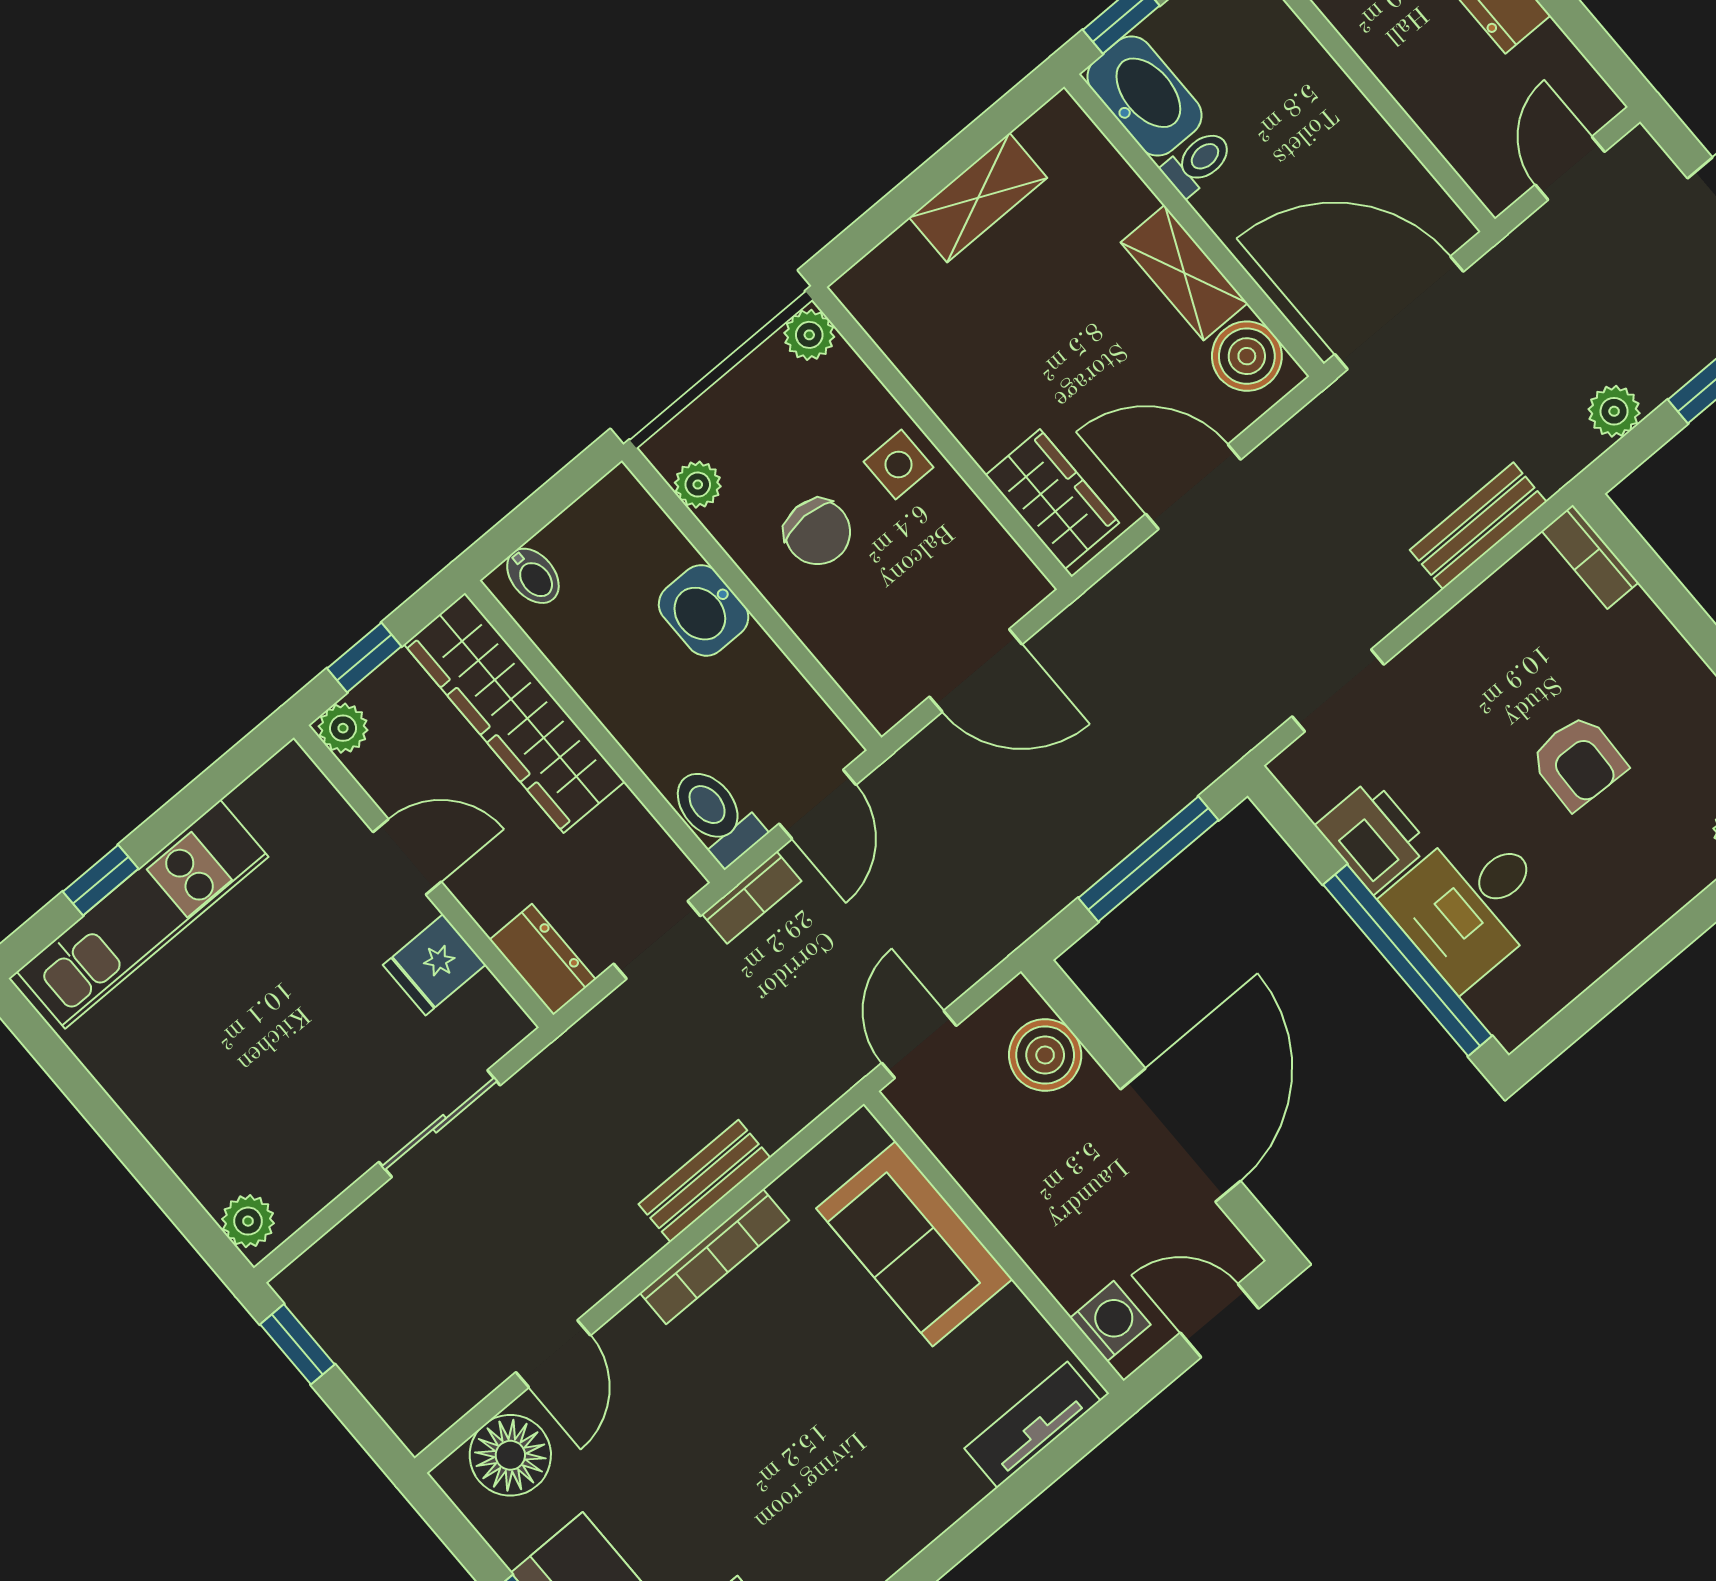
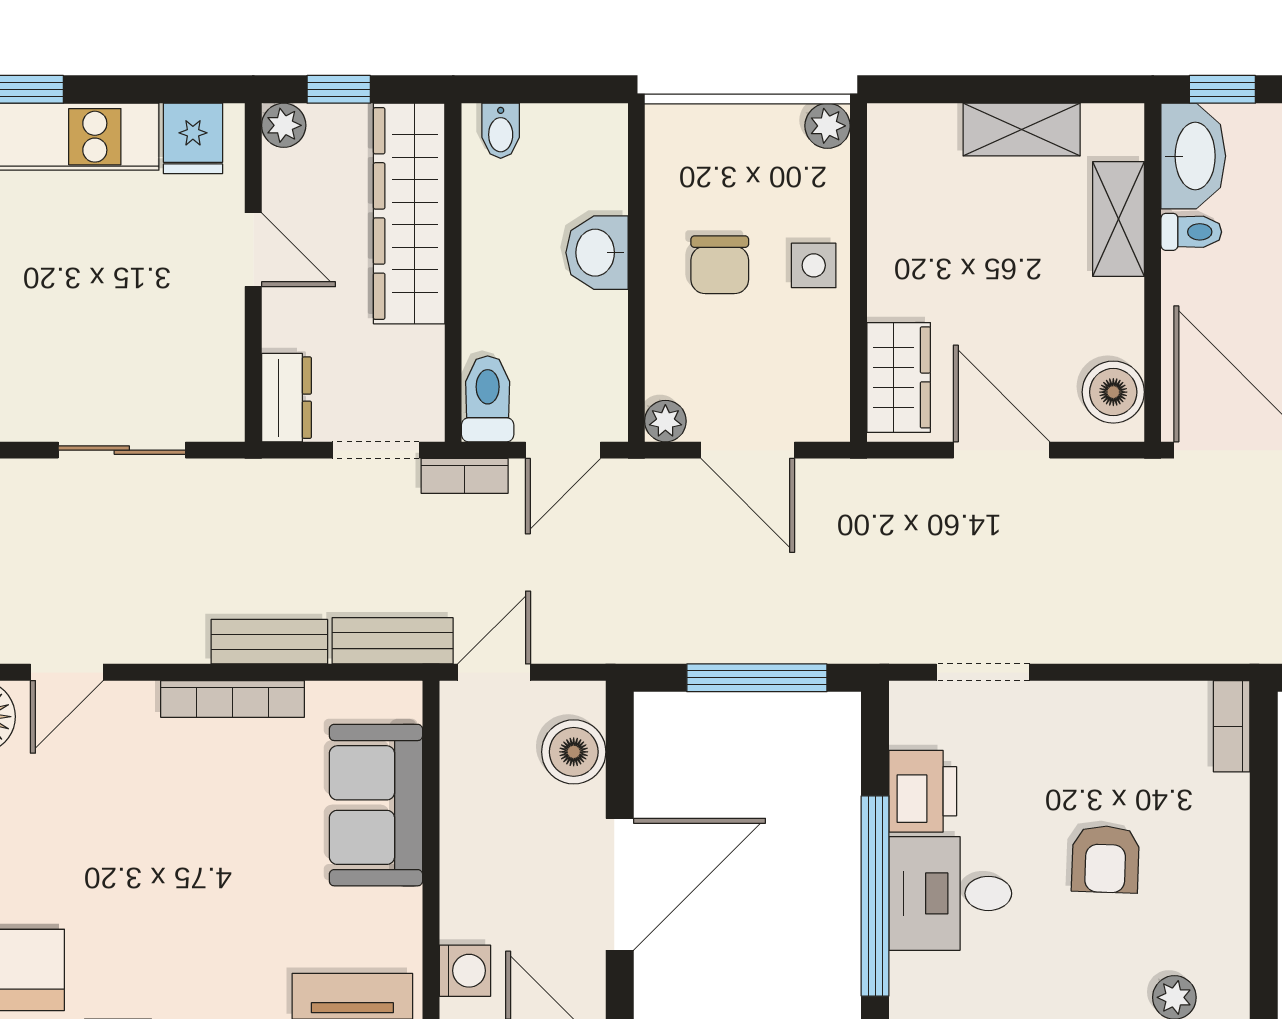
shelving: (1184, 273) -> (1119, 219), moved
plant: (698, 485) -> (665, 421), moved
bench: (1478, 526) -> (393, 641), moved
fridge: (434, 965) -> (193, 138), moved, turned -90

